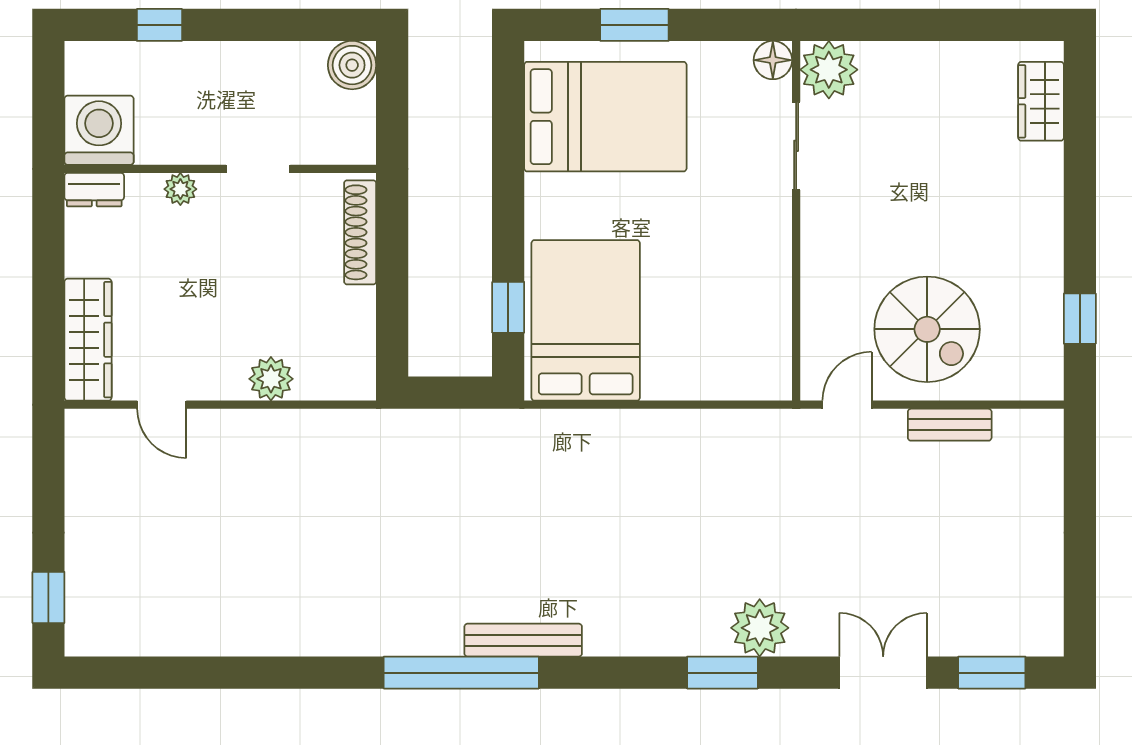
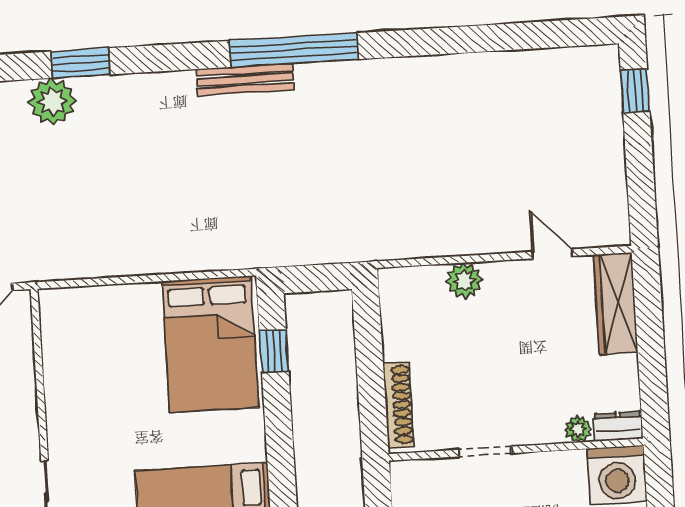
plant: (180, 189) -> (578, 429), moved

